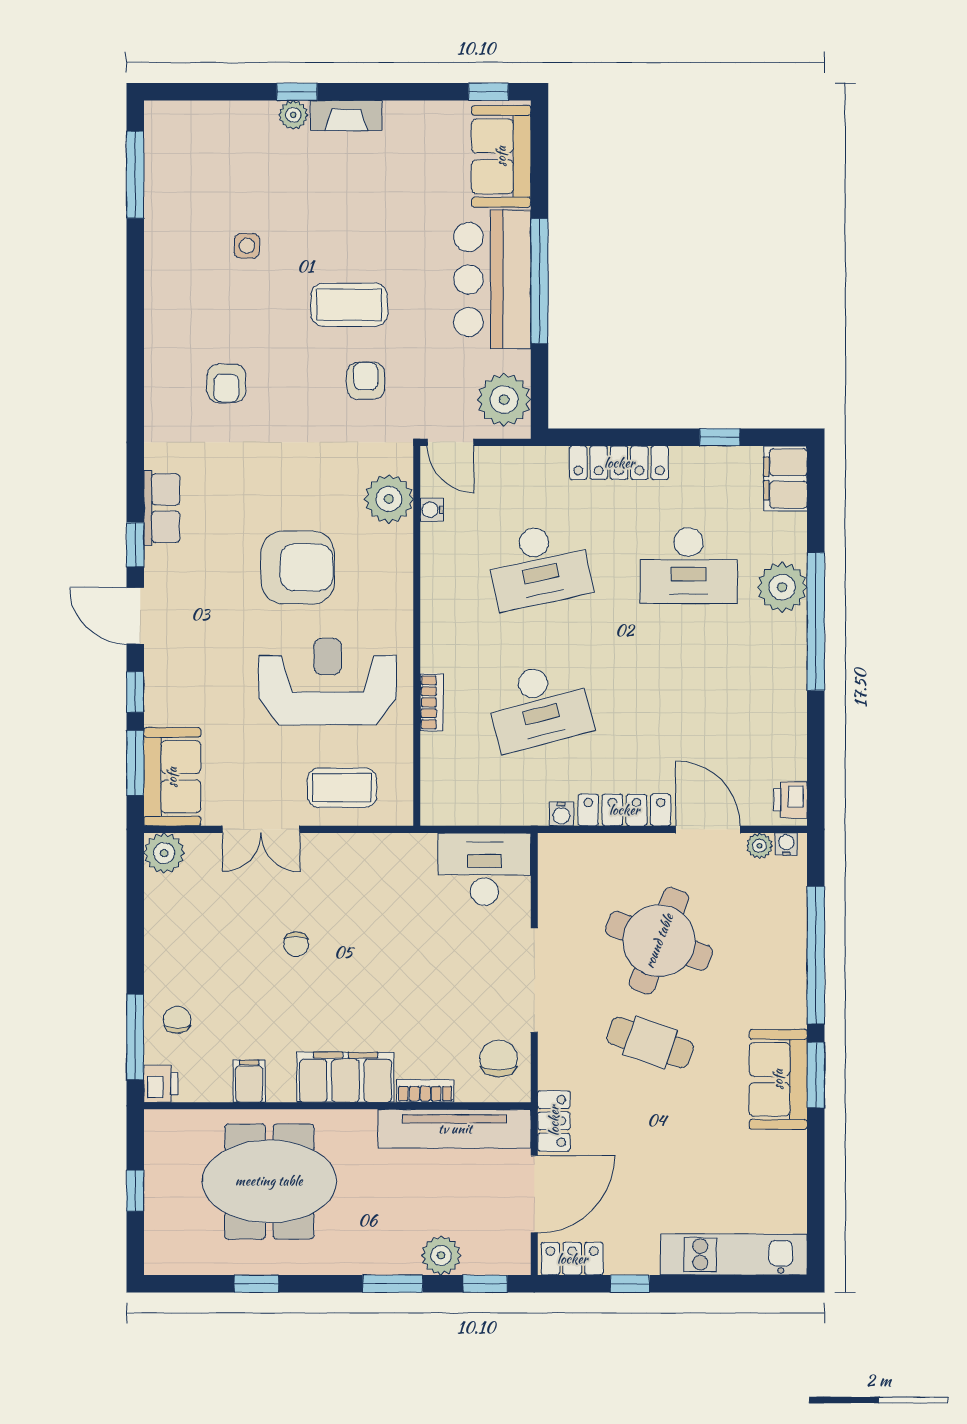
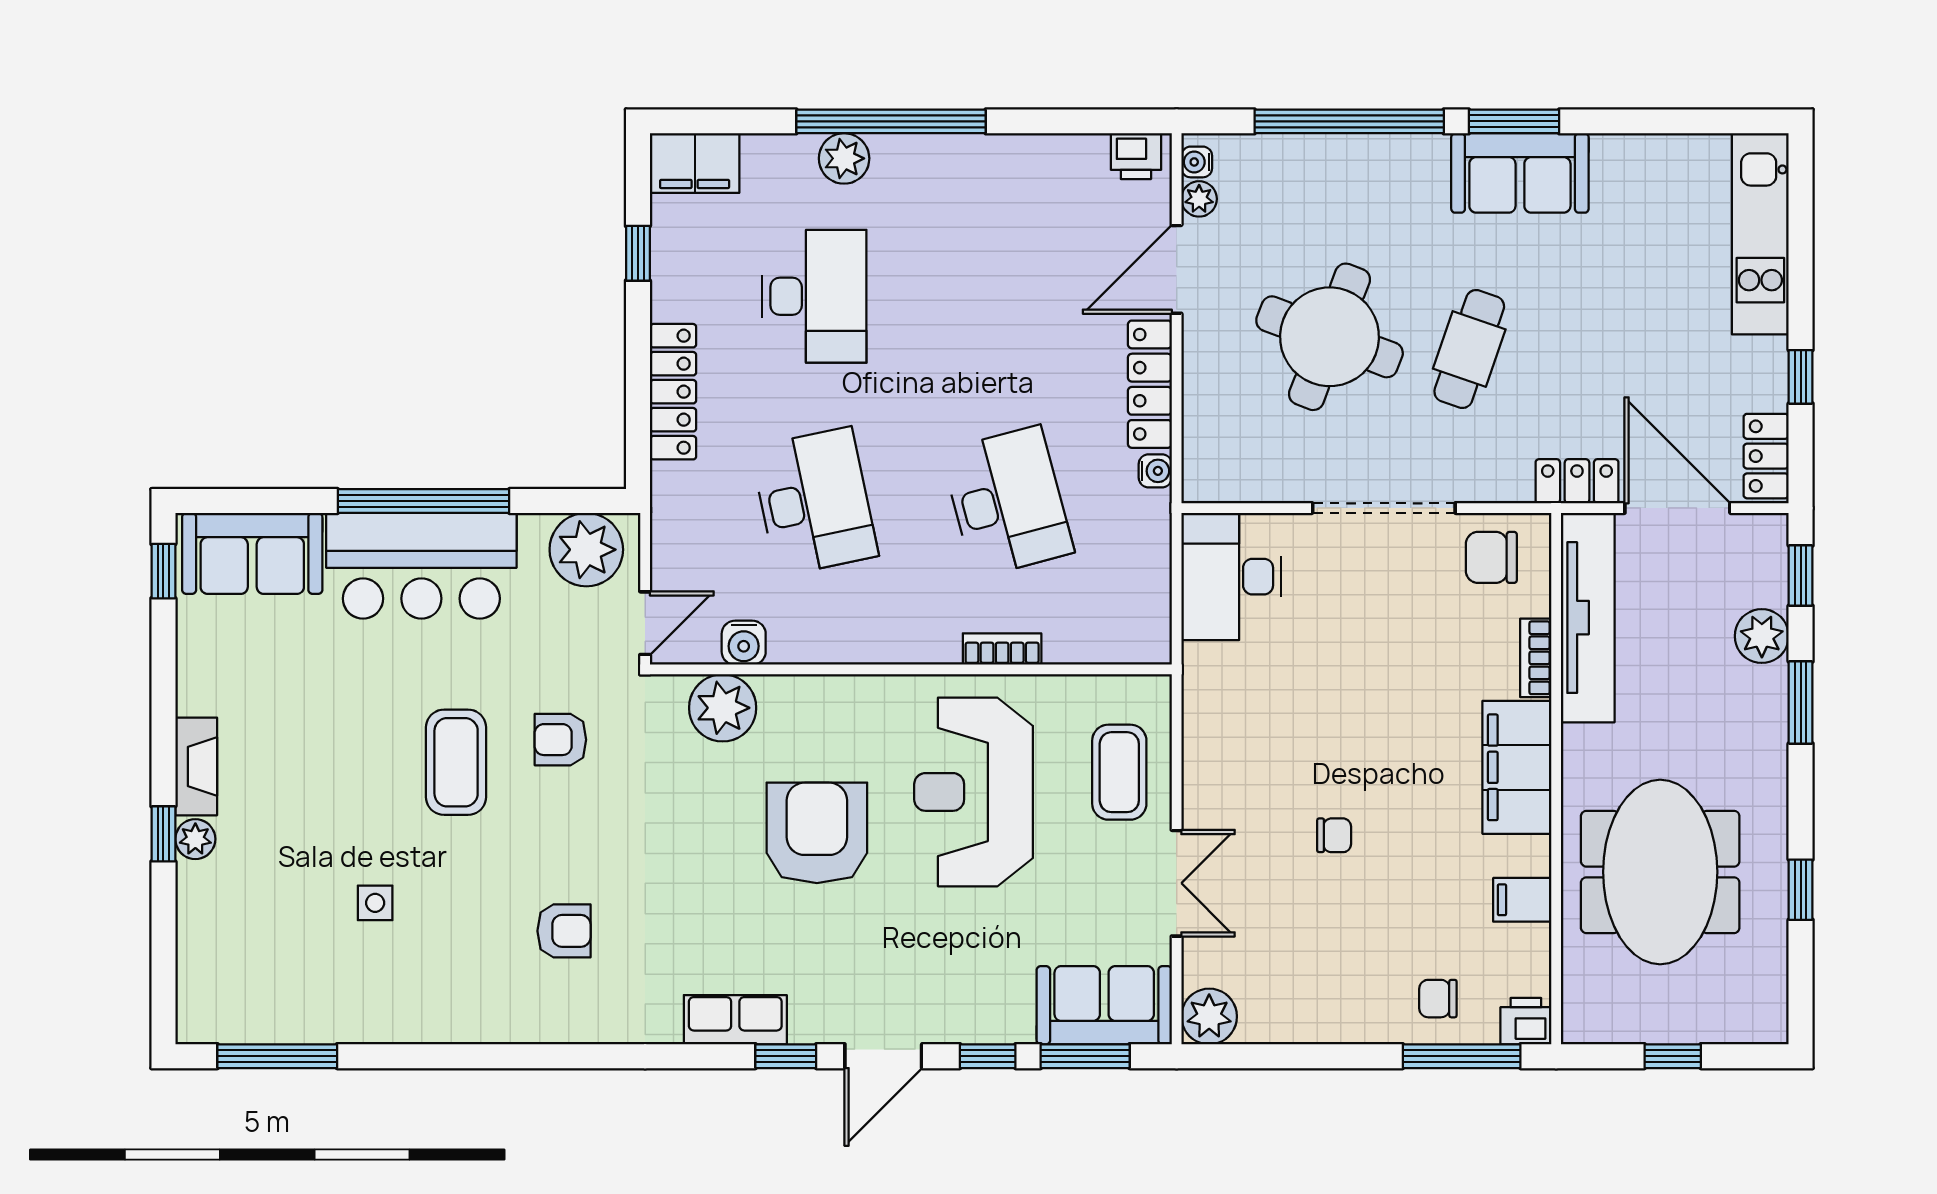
water cooler: (432, 510) -> (744, 643), width x1.38, depth x1.38
plant: (782, 587) -> (844, 158), width x0.73, depth x0.73

